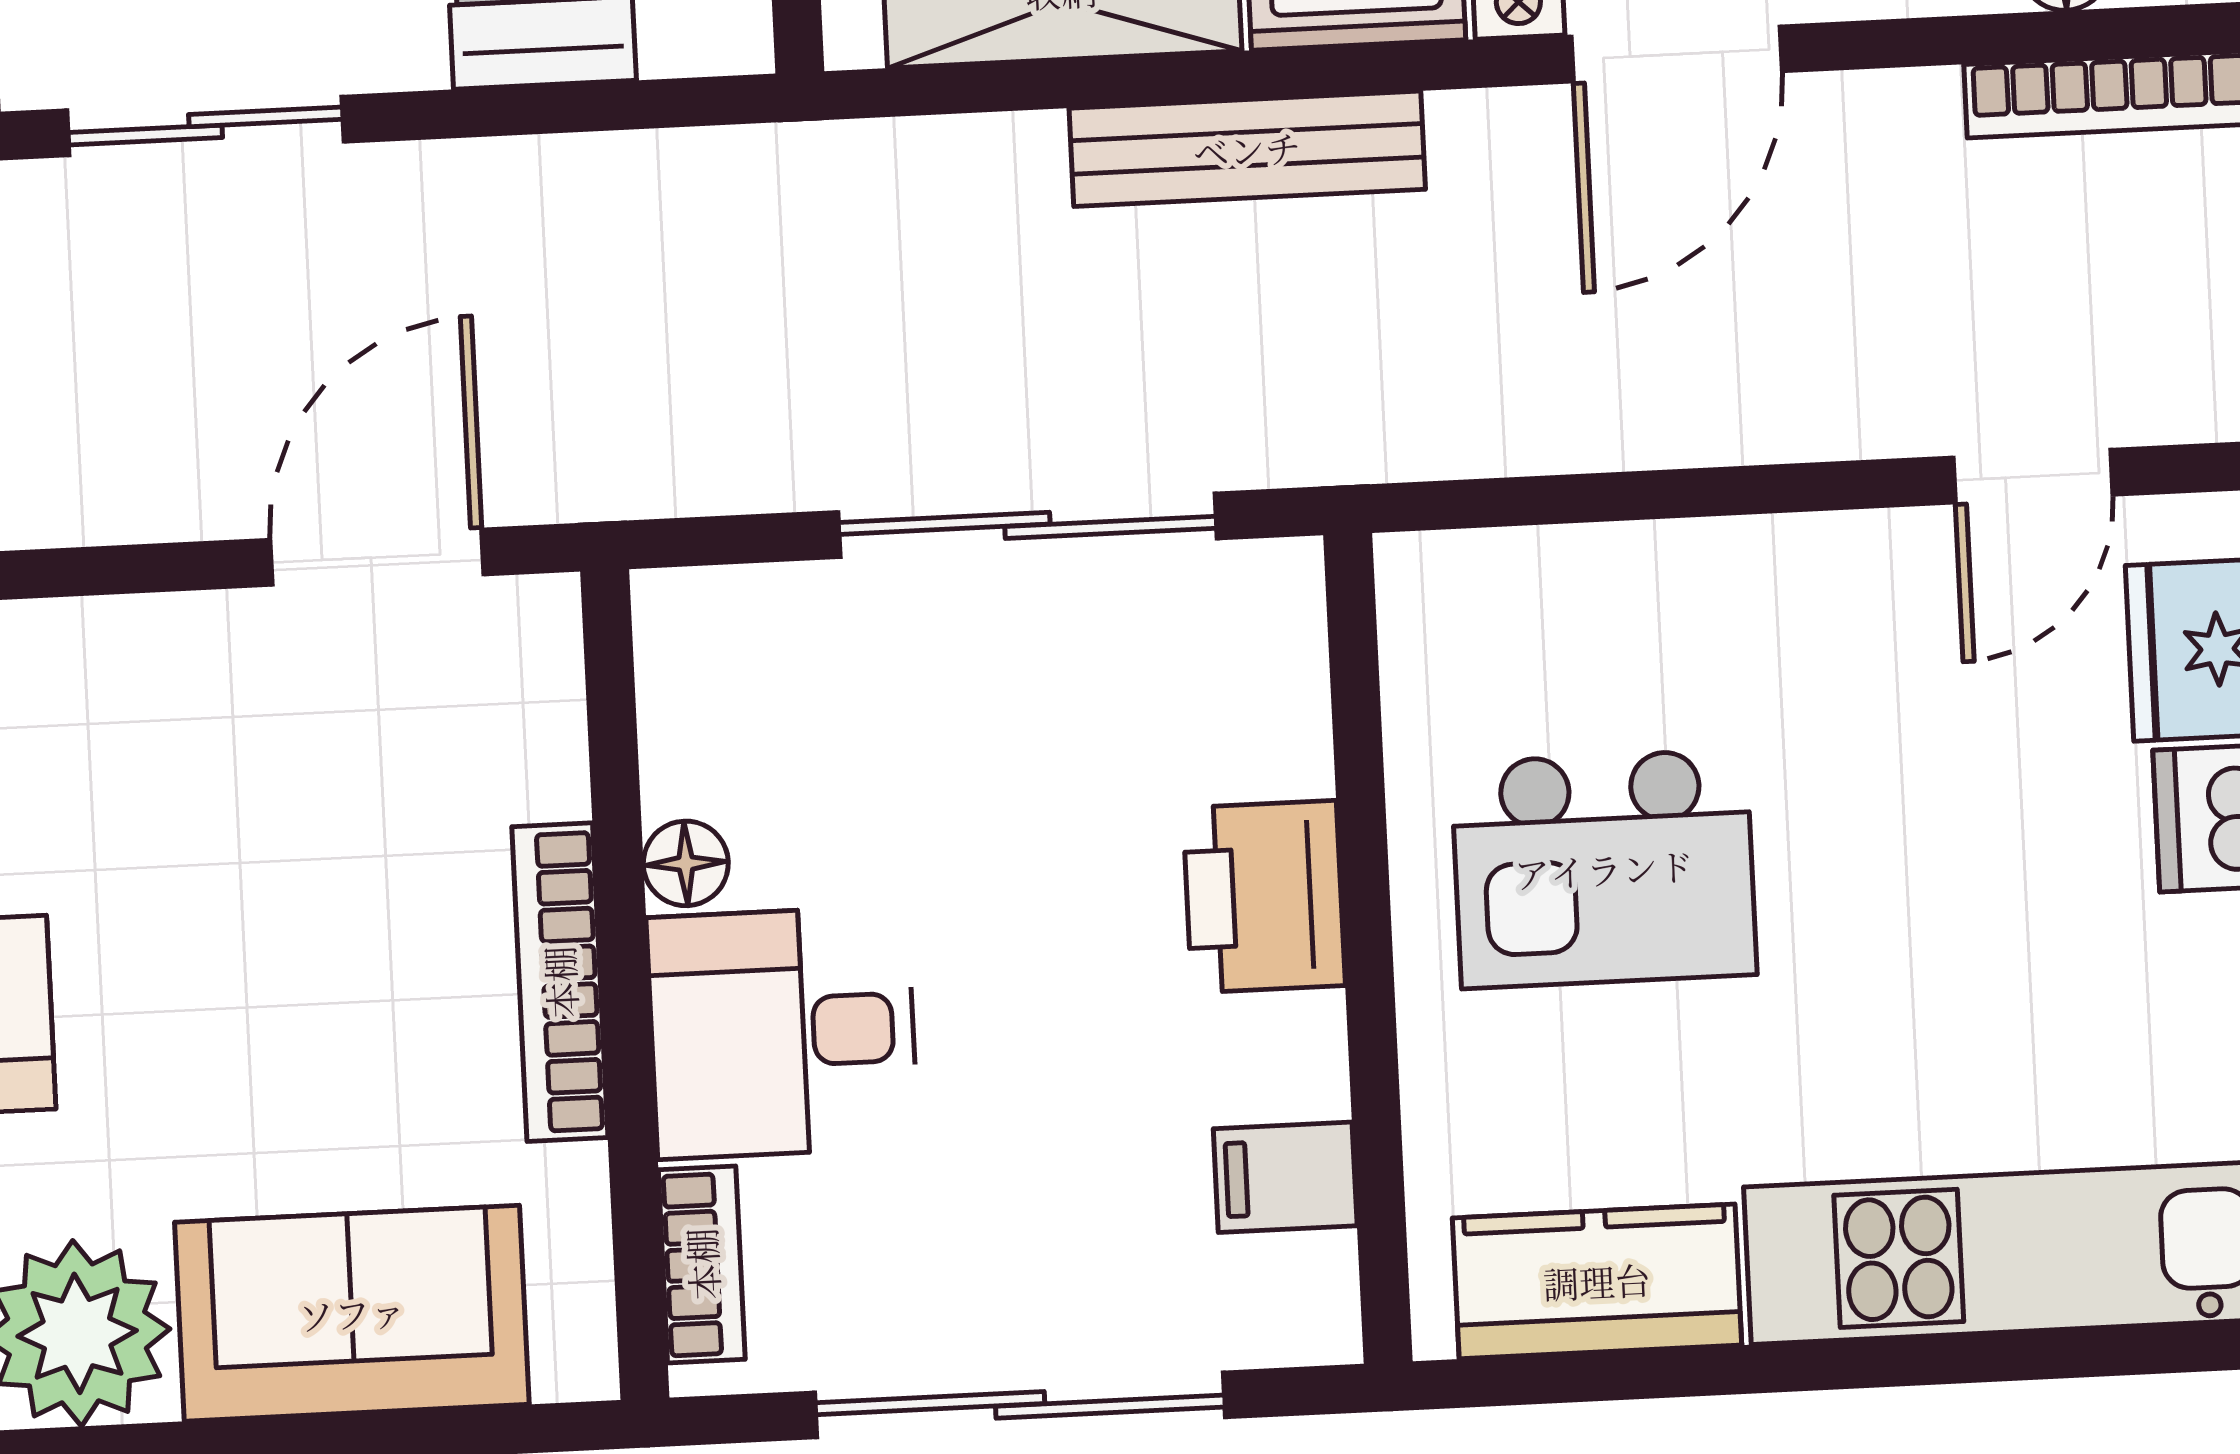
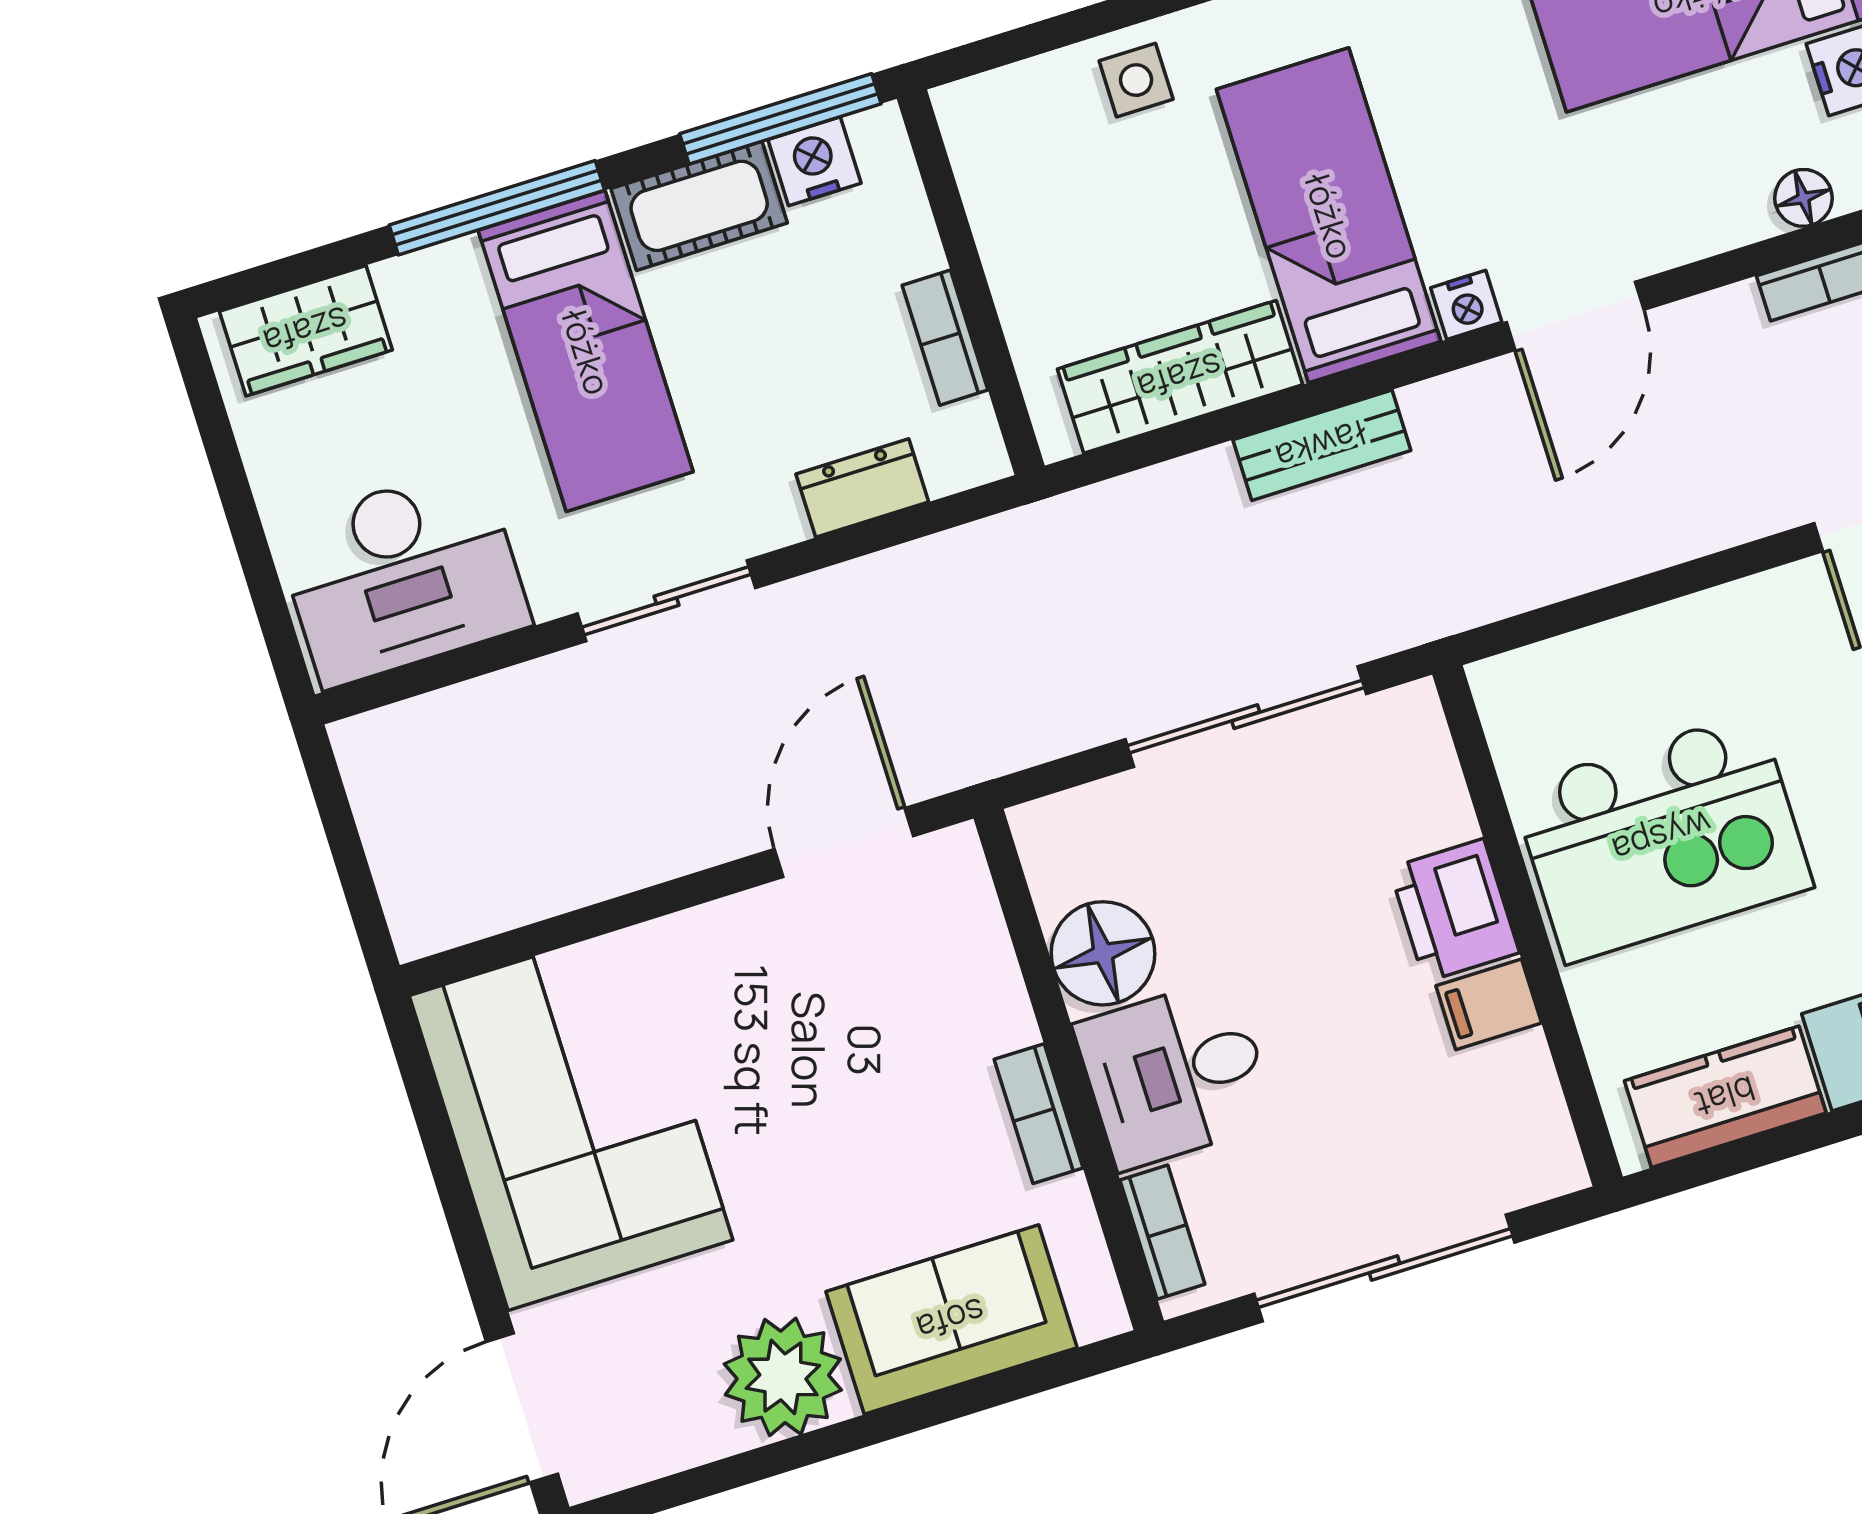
bench: (1247, 149) -> (1322, 445), width x0.73
floor lamp: (686, 863) -> (1103, 953), width x1.89, depth x1.89
kitchen island: (1604, 869) -> (1662, 837), width x1.37, depth x1.28
bookcase: (560, 982) -> (1039, 1114), width x0.64
filing cabinet: (1285, 1177) -> (1489, 1004), moved

